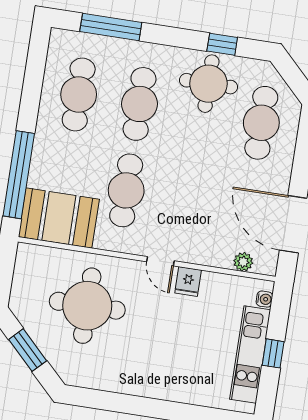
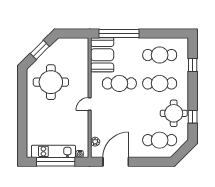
window: (111, 27) -> (193, 65), width x0.46
fridge: (188, 282) -> (82, 118), removed
round table: (87, 306) -> (51, 82), moved
window: (273, 353) -> (56, 162), width x3.17

